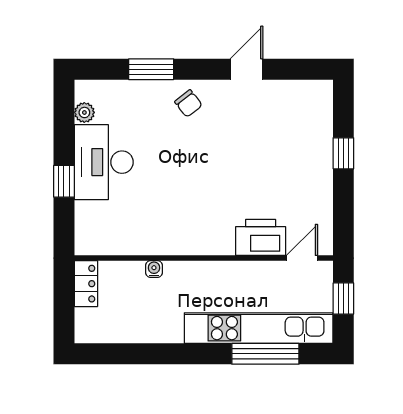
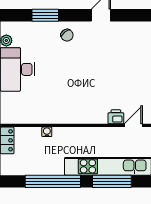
printer: (261, 237) -> (116, 117), width x0.53, depth x0.68
window: (164, 354) -> (53, 181), added

